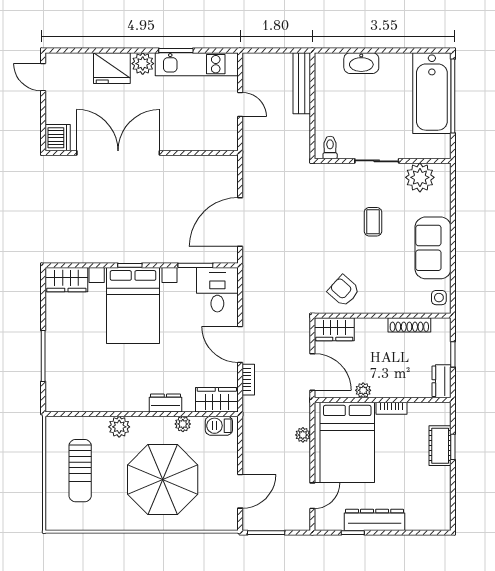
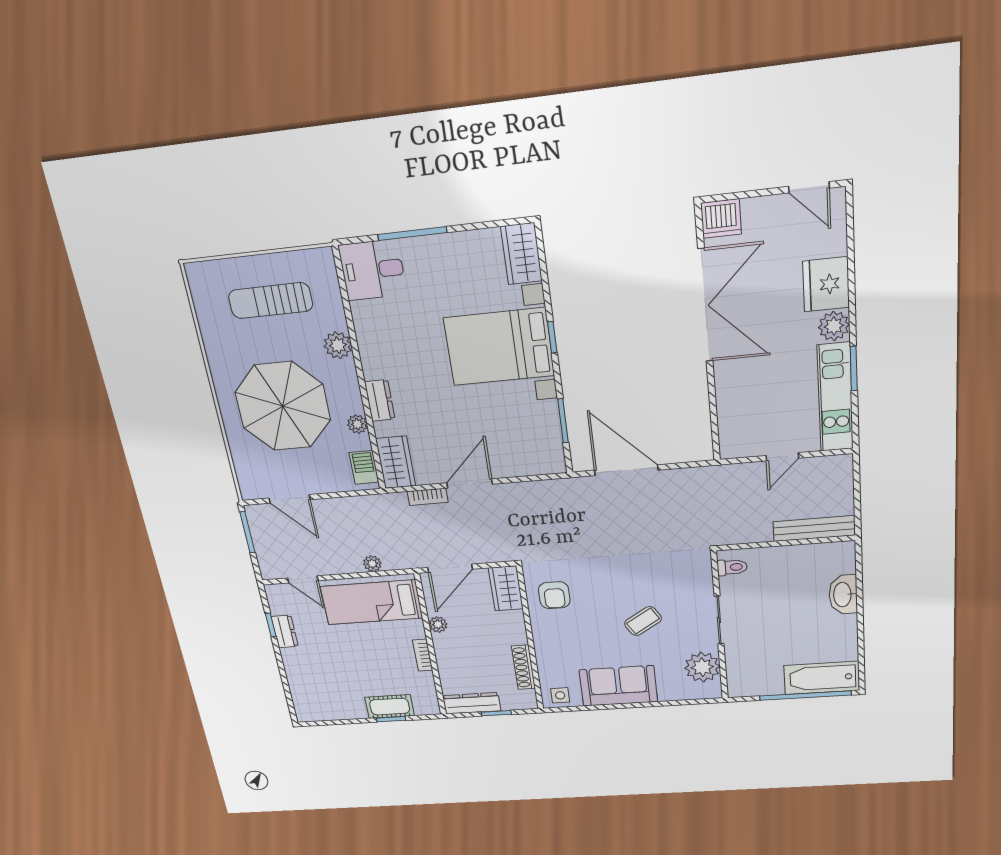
door: (43, 77) -> (809, 187), swing flipped
bathtub: (432, 93) -> (822, 678), width x0.73, depth x0.73
coffee table: (373, 222) -> (643, 621), turned -32
desk: (217, 290) -> (372, 270), moved, turned 180
armchair: (344, 291) -> (554, 595), turned 138
dresser: (442, 381) -> (472, 703), width x1.44
bed: (347, 442) -> (371, 602), width x0.67
dresser: (375, 520) -> (285, 631), width x0.51, depth x0.80

